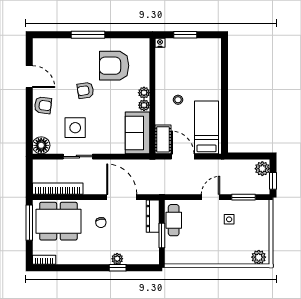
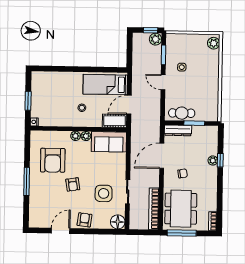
plant: (262, 169) -> (155, 39), moved

